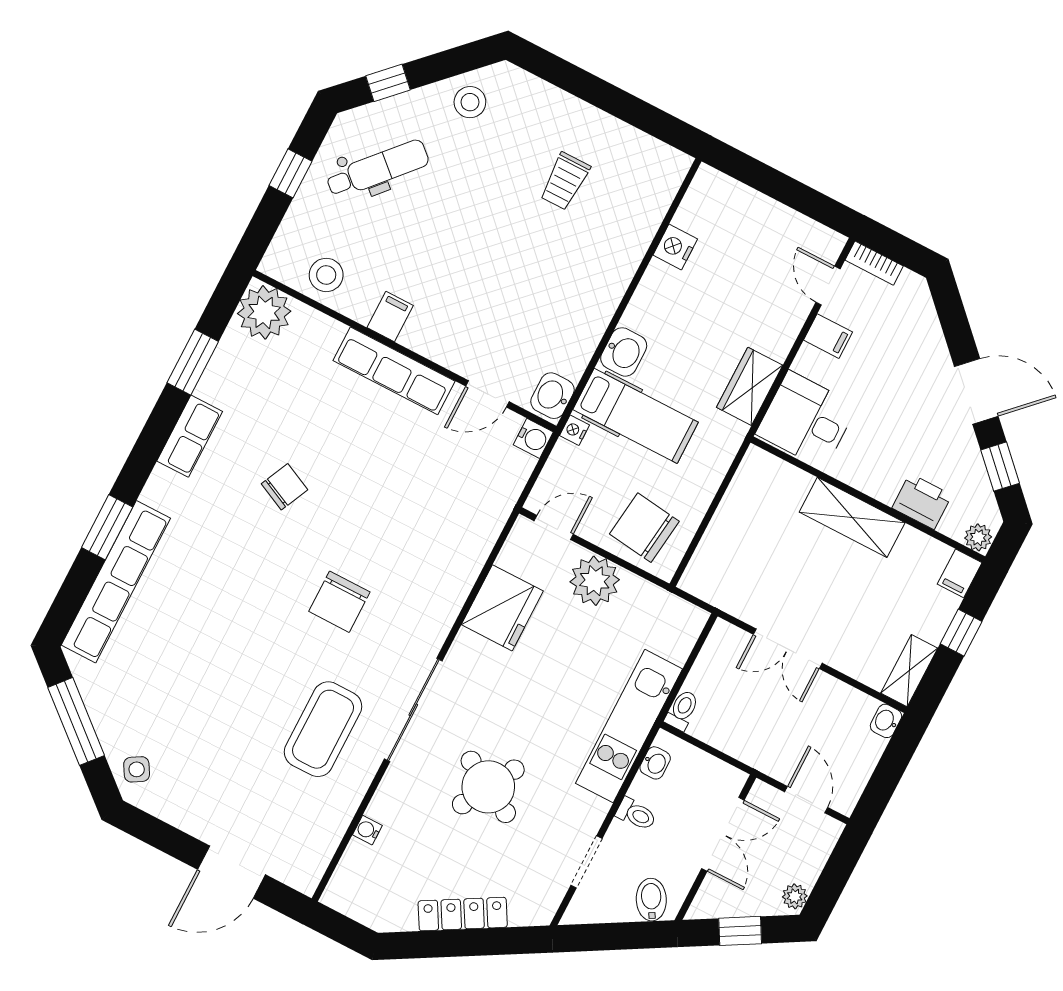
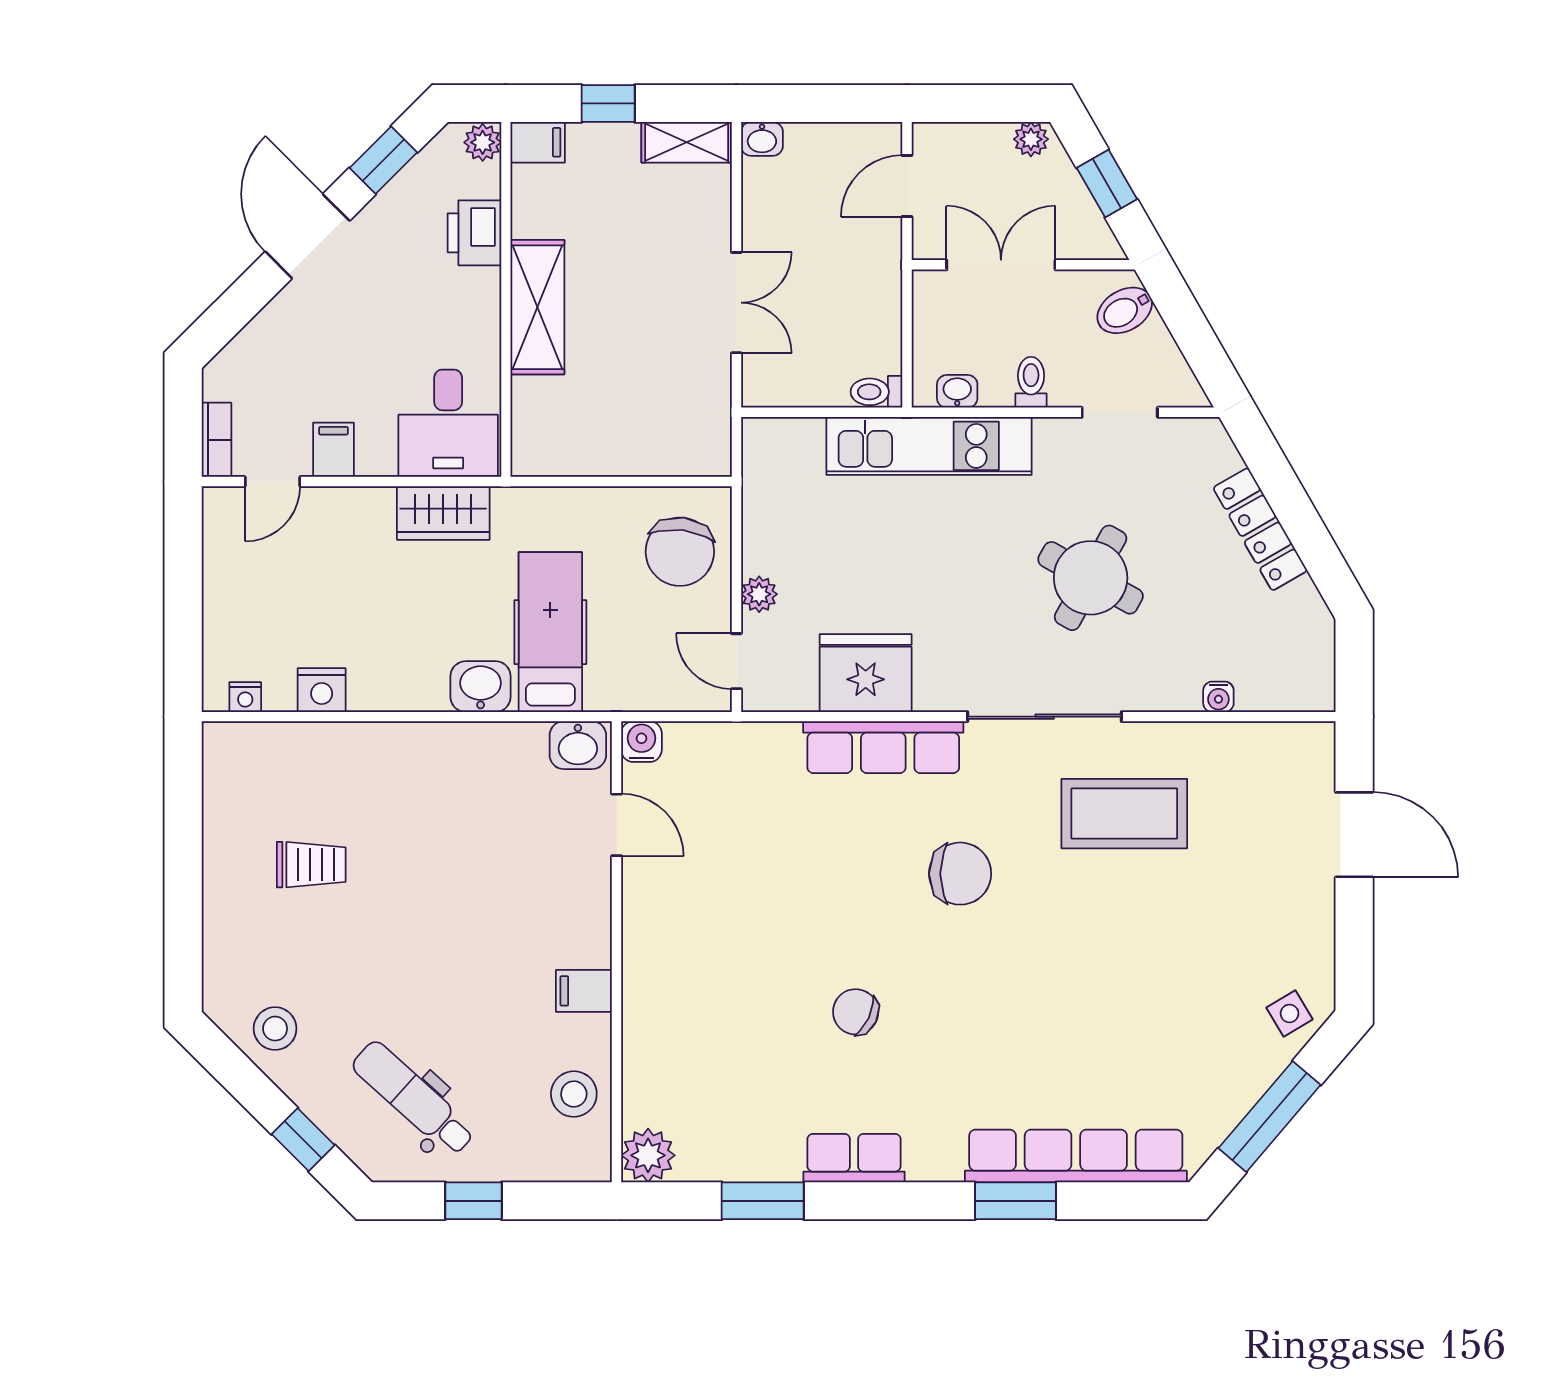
plant: (264, 312) -> (648, 1155), width x0.73, depth x0.73
row of seats: (394, 371) -> (883, 747), moved, turned 90
nightstand: (574, 430) -> (245, 697), moved
plant: (595, 581) -> (759, 594), width x0.53, depth x0.53

